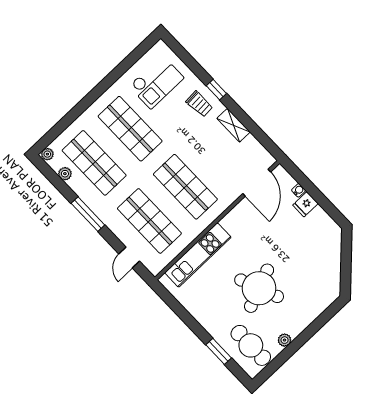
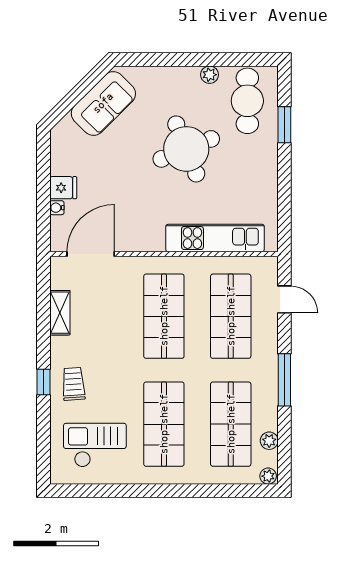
shelving: (234, 125) -> (60, 313), moved
door: (129, 257) -> (284, 299), hinge flipped
sofa: (327, 270) -> (103, 103), added

